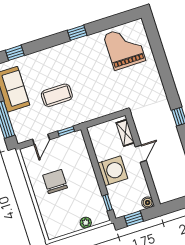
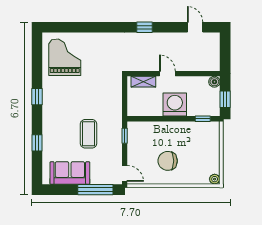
grand piano: (125, 48) -> (65, 57), turned 90
window: (15, 53) -> (37, 143), moved
door: (41, 139) -> (125, 173), moved
plant: (86, 223) -> (215, 179), moved

